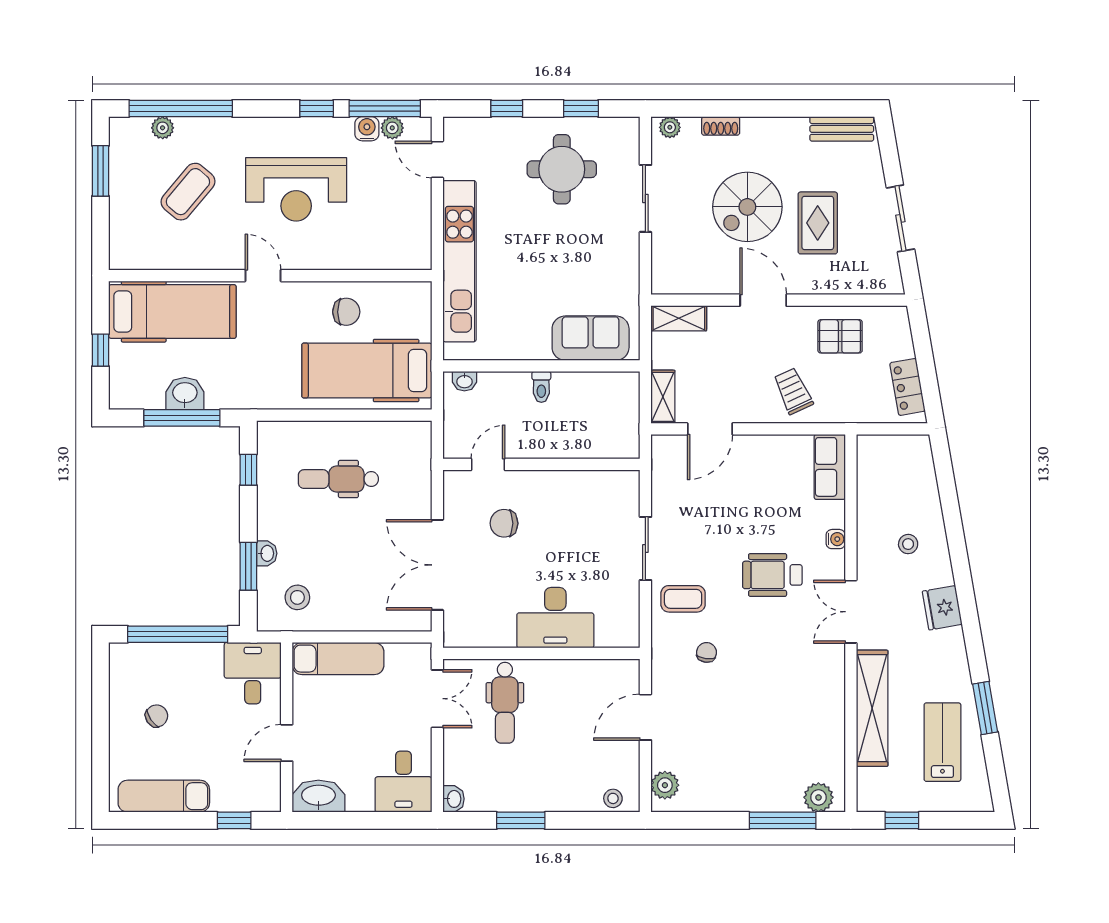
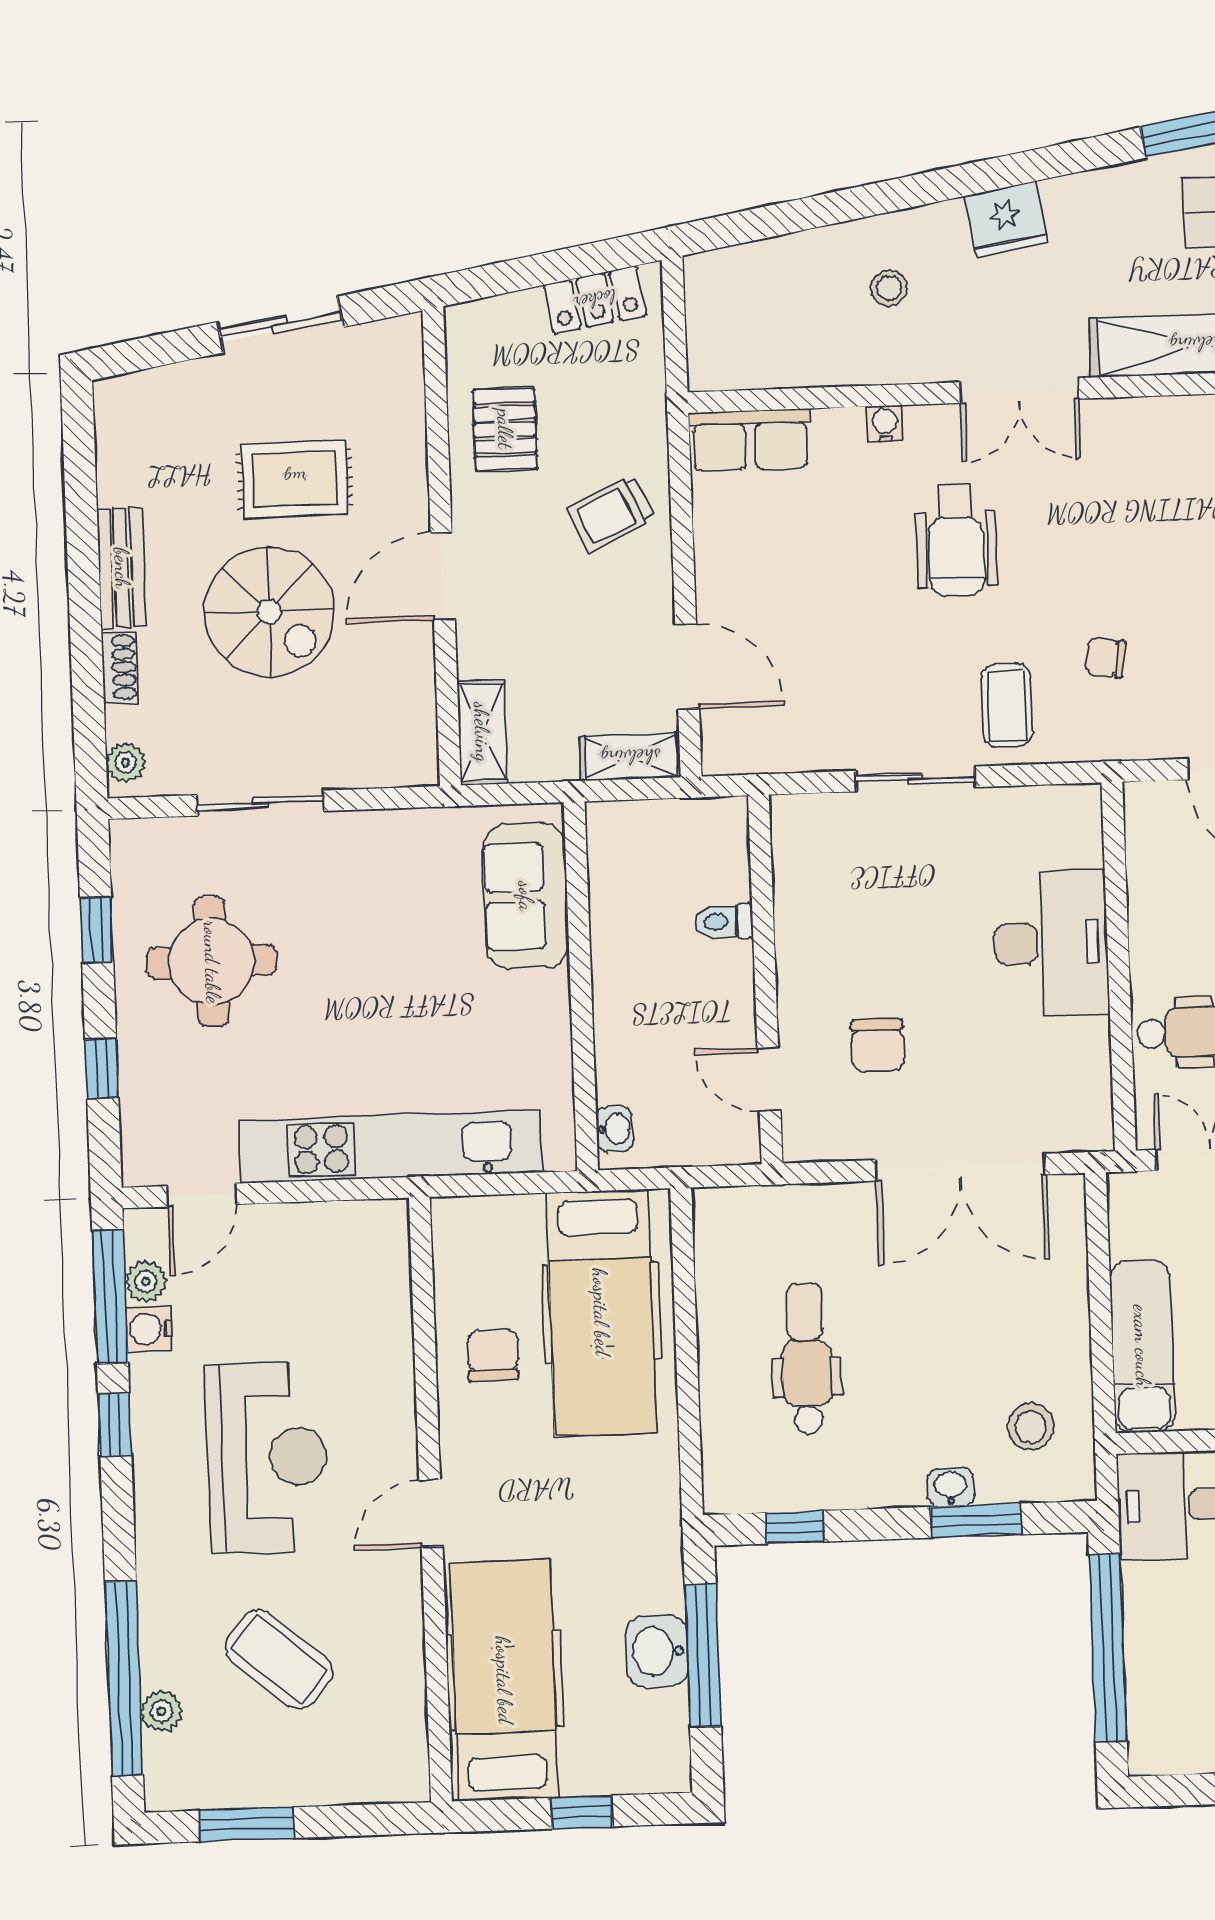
bench: (842, 129) -> (122, 568), moved
toilet: (541, 387) -> (724, 922), moved, turned 180
dental chair: (338, 479) -> (806, 1358), turned 180

